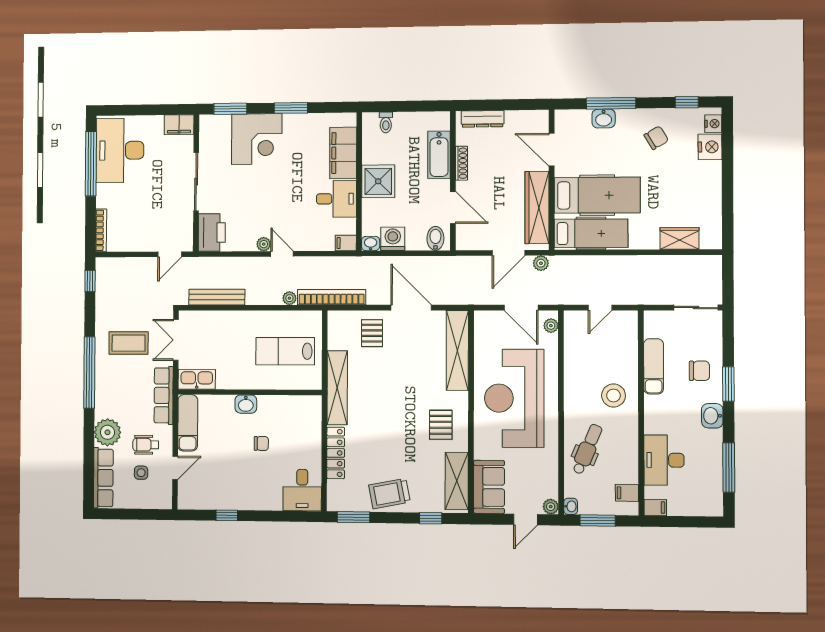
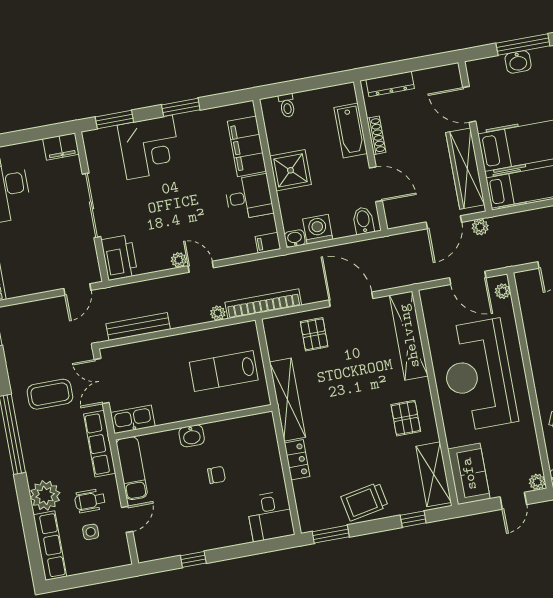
locker: (336, 453) -> (297, 460), width x0.66

